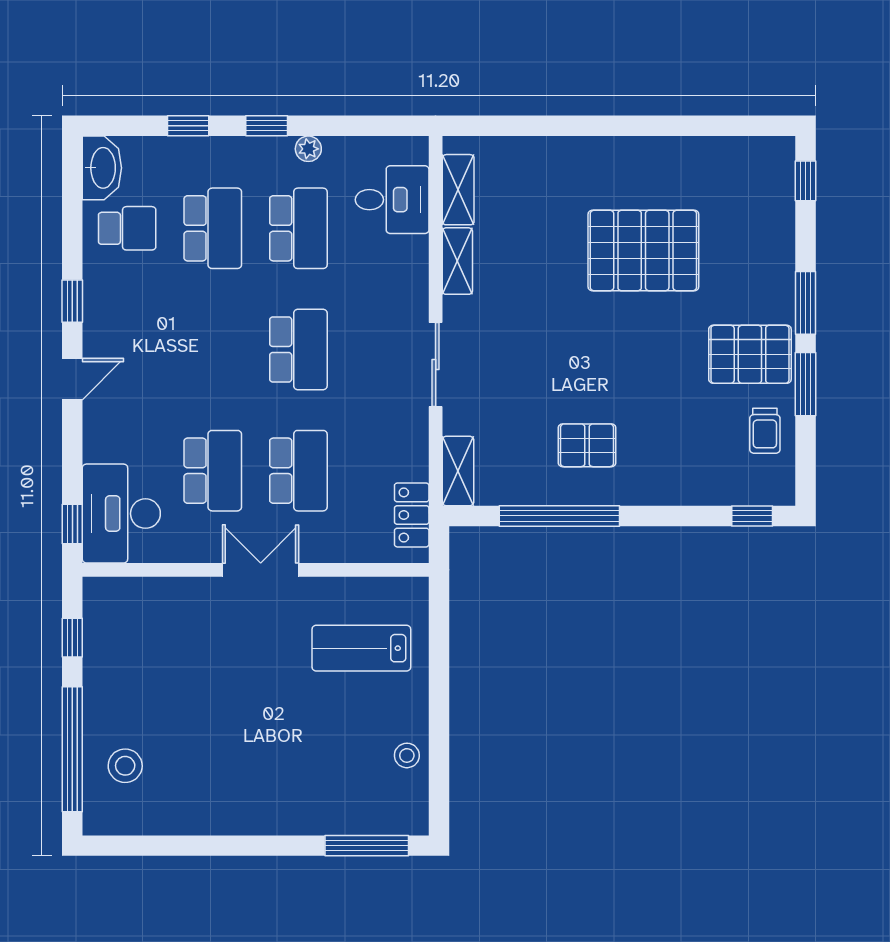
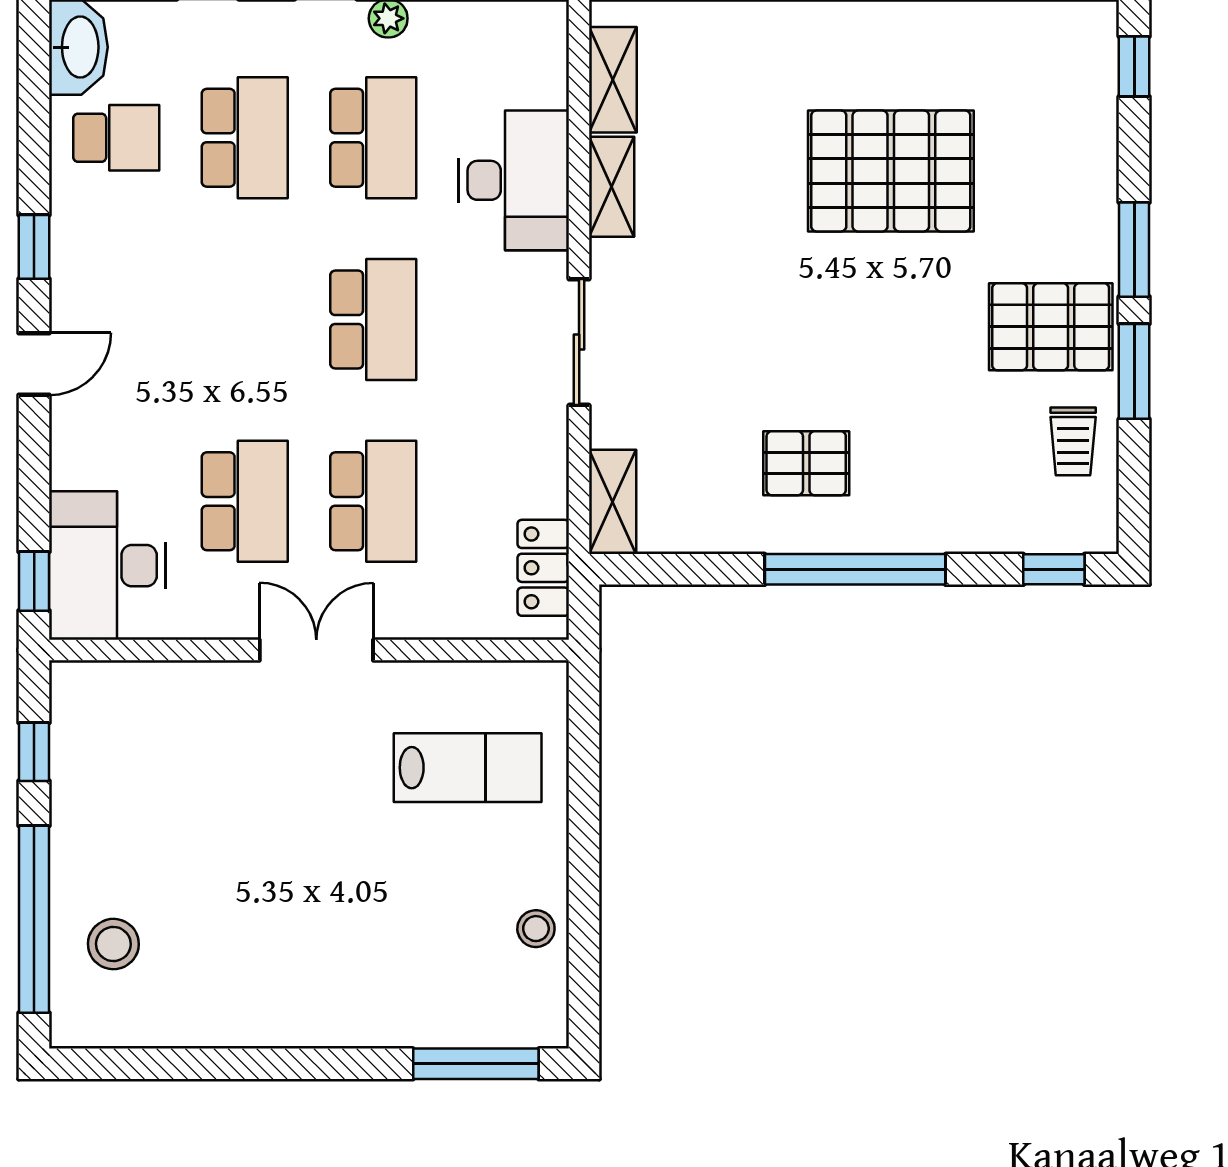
desk: (392, 200) -> (514, 180), moved, width x1.37
window: (559, 516) -> (855, 569), moved
lab bench: (361, 648) -> (468, 768), turned 180

